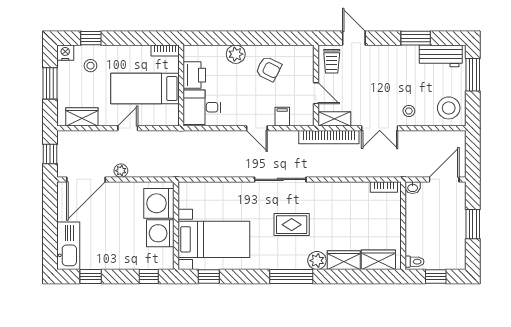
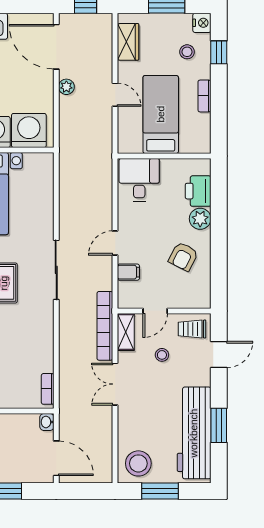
bookcase: (165, 50) -> (204, 96), moved
workbench: (441, 56) -> (194, 433), width x1.88, depth x1.32
printer: (194, 75) -> (198, 191), moved, turned 90
window: (473, 75) -> (160, 491), moved
stool: (409, 111) -> (162, 355), moved

